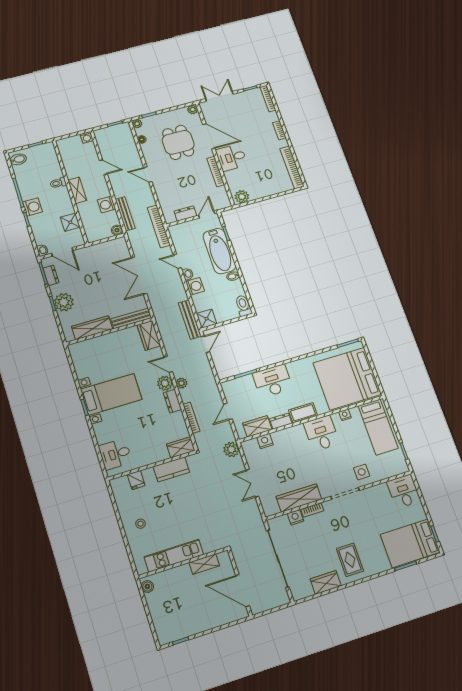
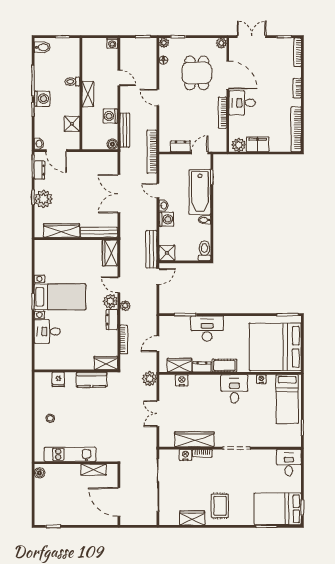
filing cabinet: (260, 191) -> (258, 144), added
desk: (115, 454) -> (47, 331), moved
side table: (362, 472) -> (258, 434), removed

